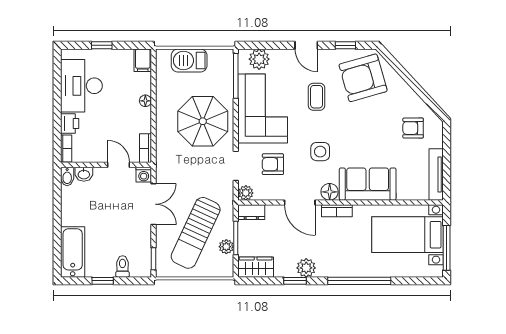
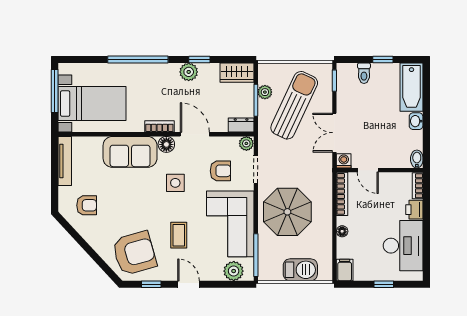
bookcase: (145, 148) -> (342, 194), width x1.56
washbasin: (84, 174) -> (416, 121), moved, turned -90

